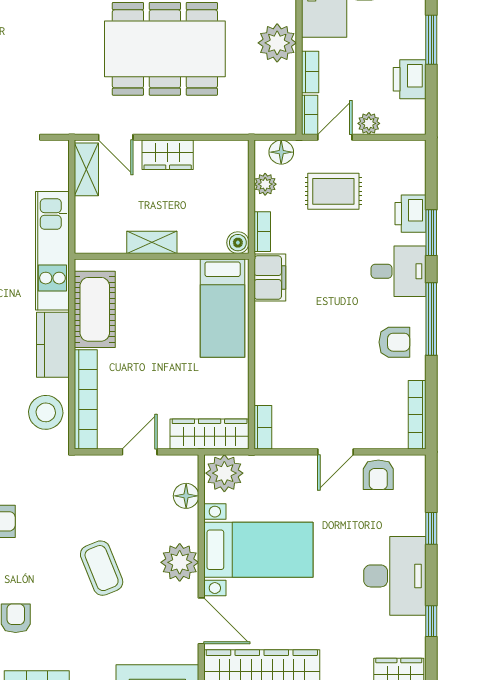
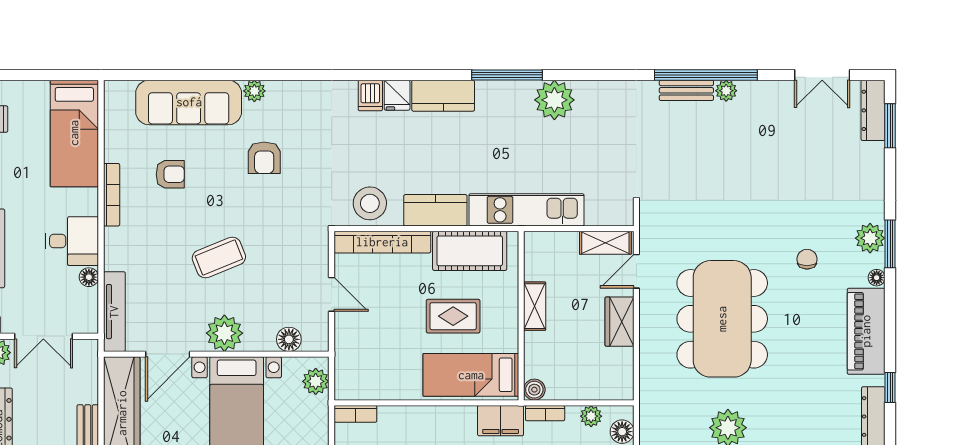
rug: (162, 326) -> (453, 316), added
wardrobe: (210, 434) -> (349, 362), removed
plant: (224, 473) -> (316, 381), width x0.73, depth x0.73

